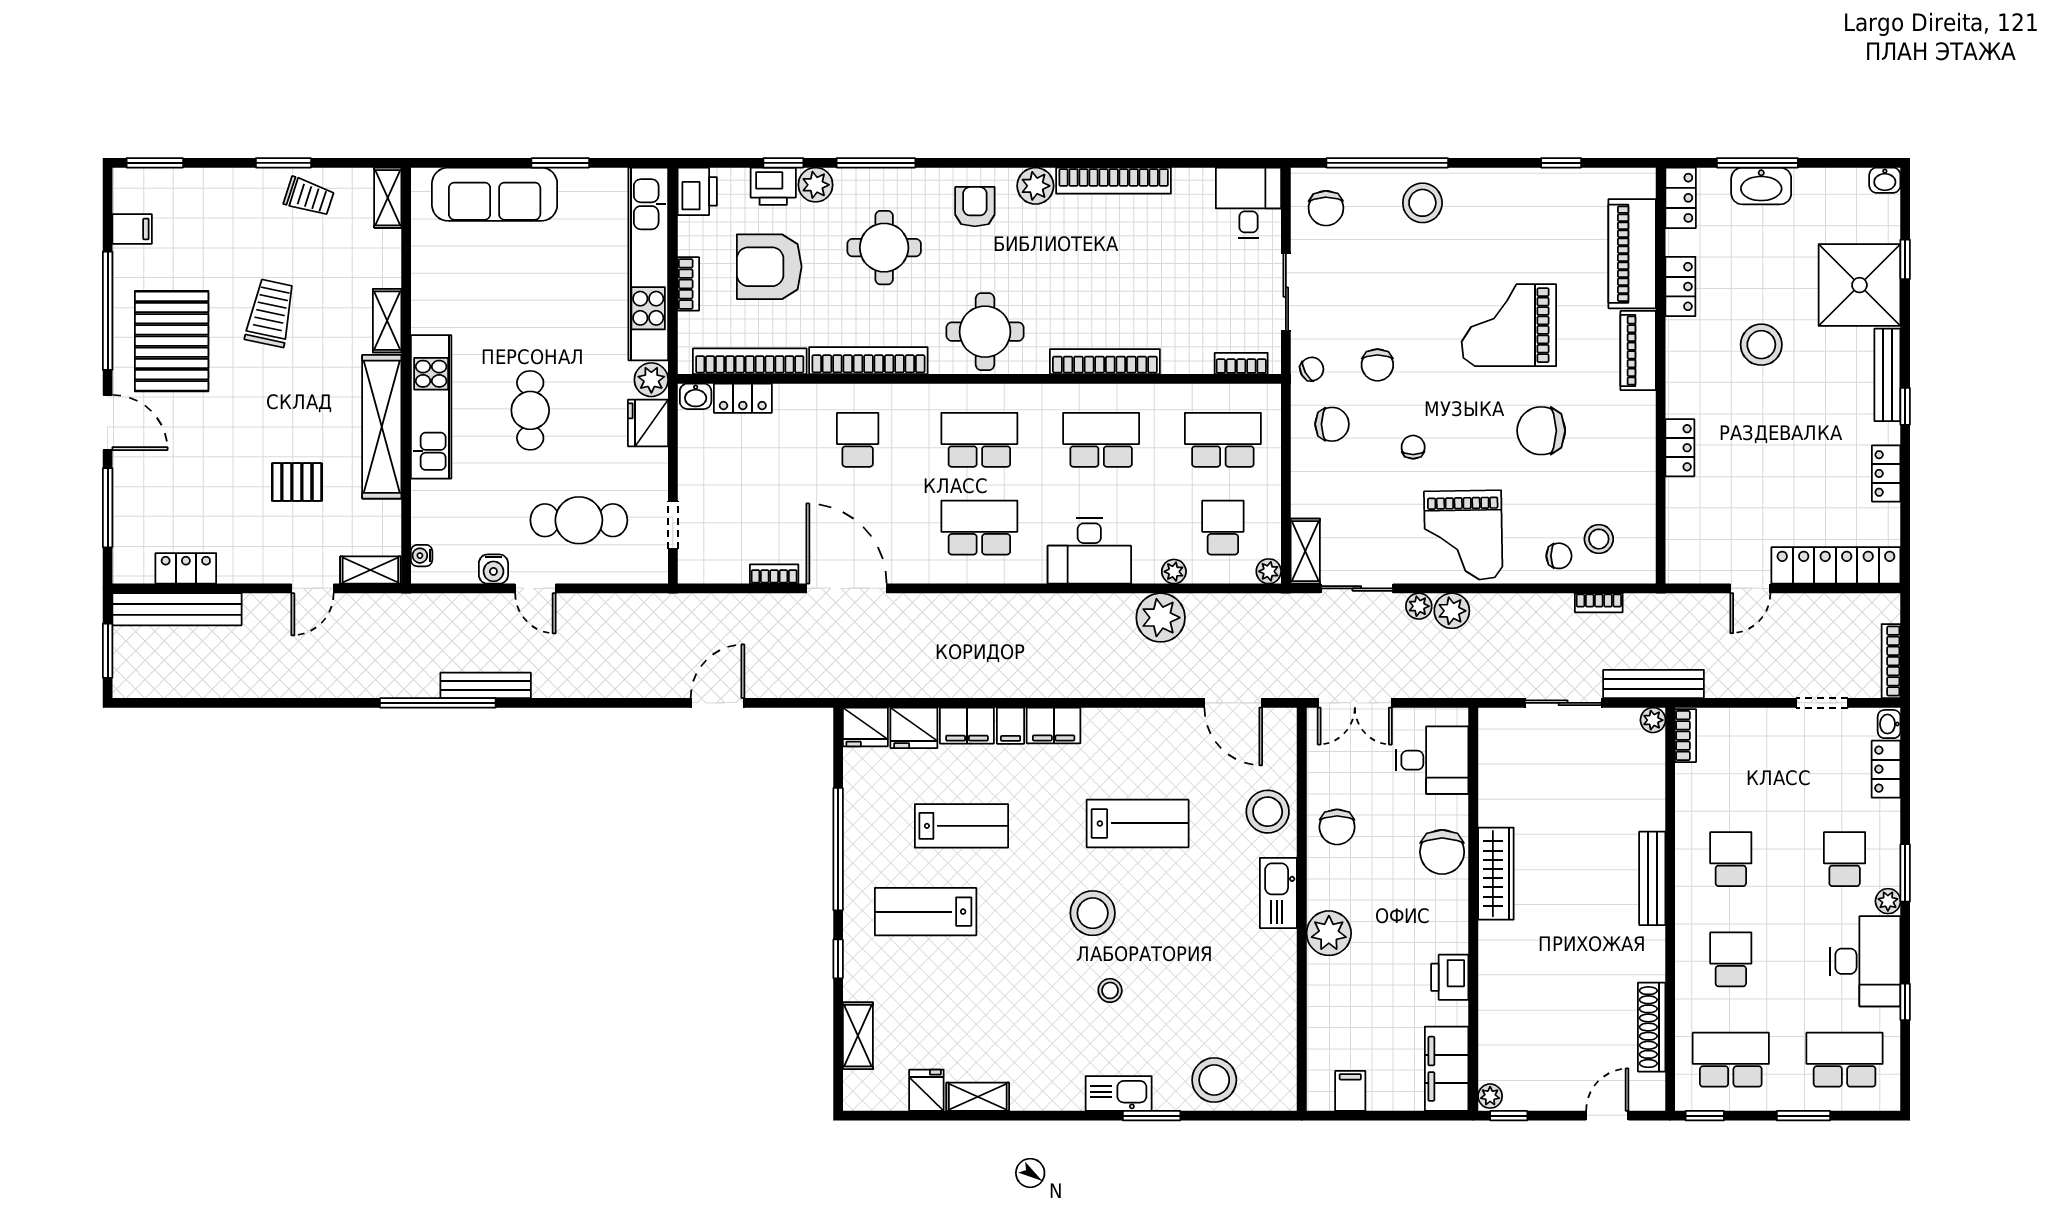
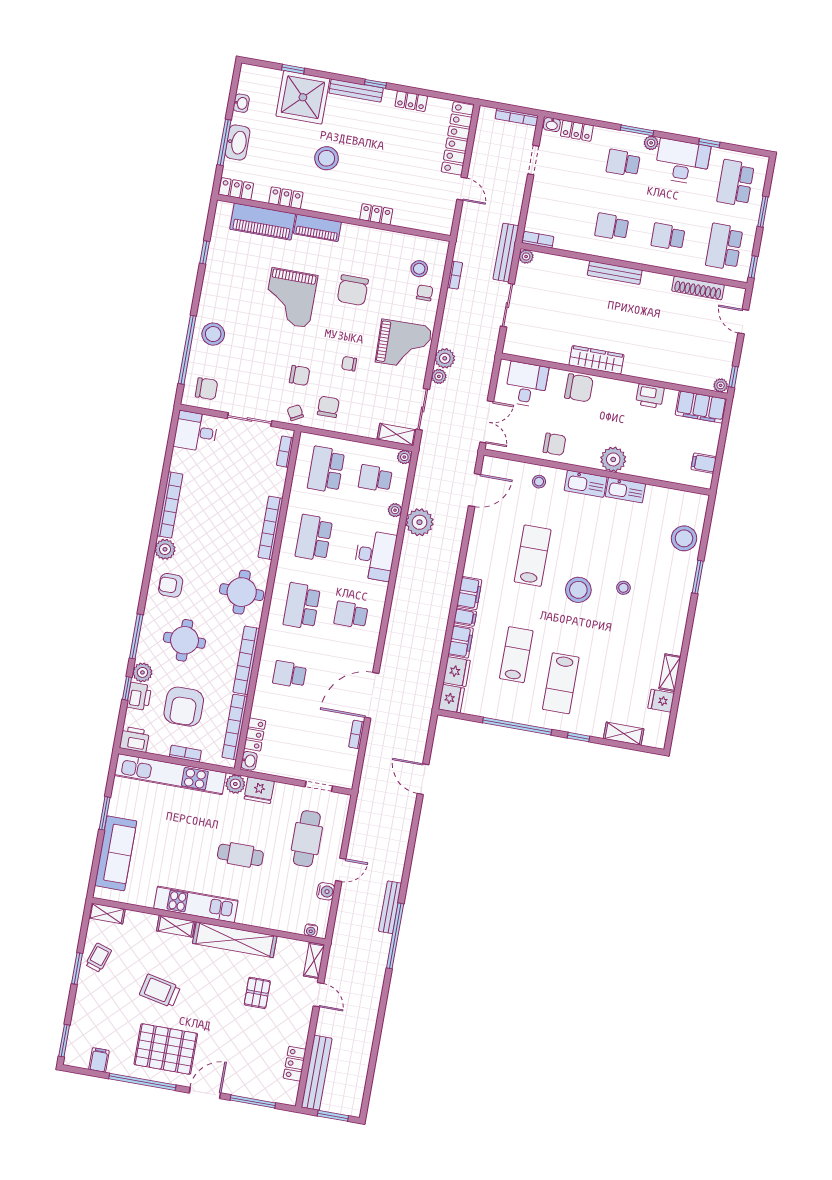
washbasin: (1885, 180) -> (241, 103), moved
kitchen unit: (431, 407) -> (196, 904), moved
school desk: (979, 528) -> (351, 615), width x0.54
stool: (1268, 812) -> (539, 482), width x0.53, depth x0.53
kitchen sink: (1119, 1093) -> (625, 490), moved, turned -90

